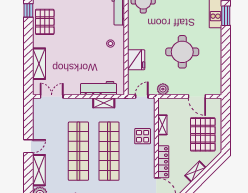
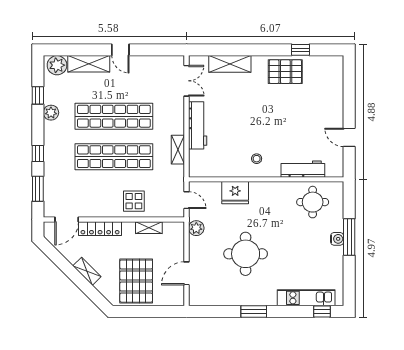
window: (226, 16) -> (254, 311), moved
workbench: (99, 88) -> (198, 125), moved
pallet: (203, 134) -> (136, 281), turned 90

